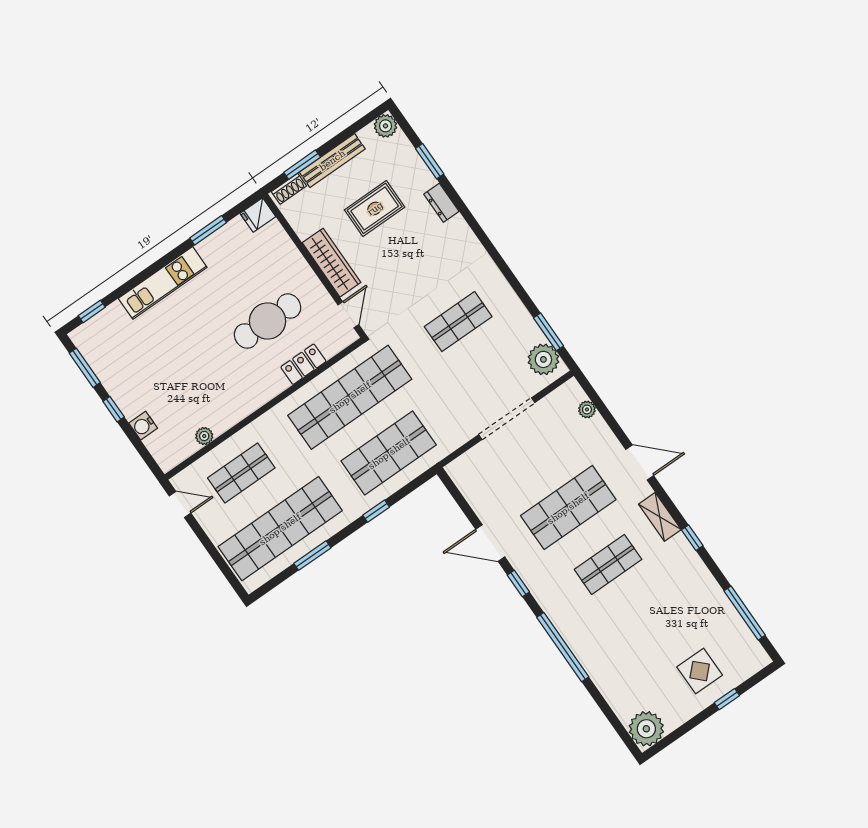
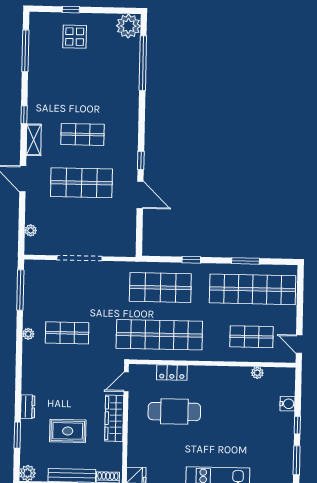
window: (549, 332) -> (20, 290), width x1.44
plant: (543, 359) -> (28, 334), moved, width x0.53, depth x0.53
window: (563, 647) -> (143, 63), moved

